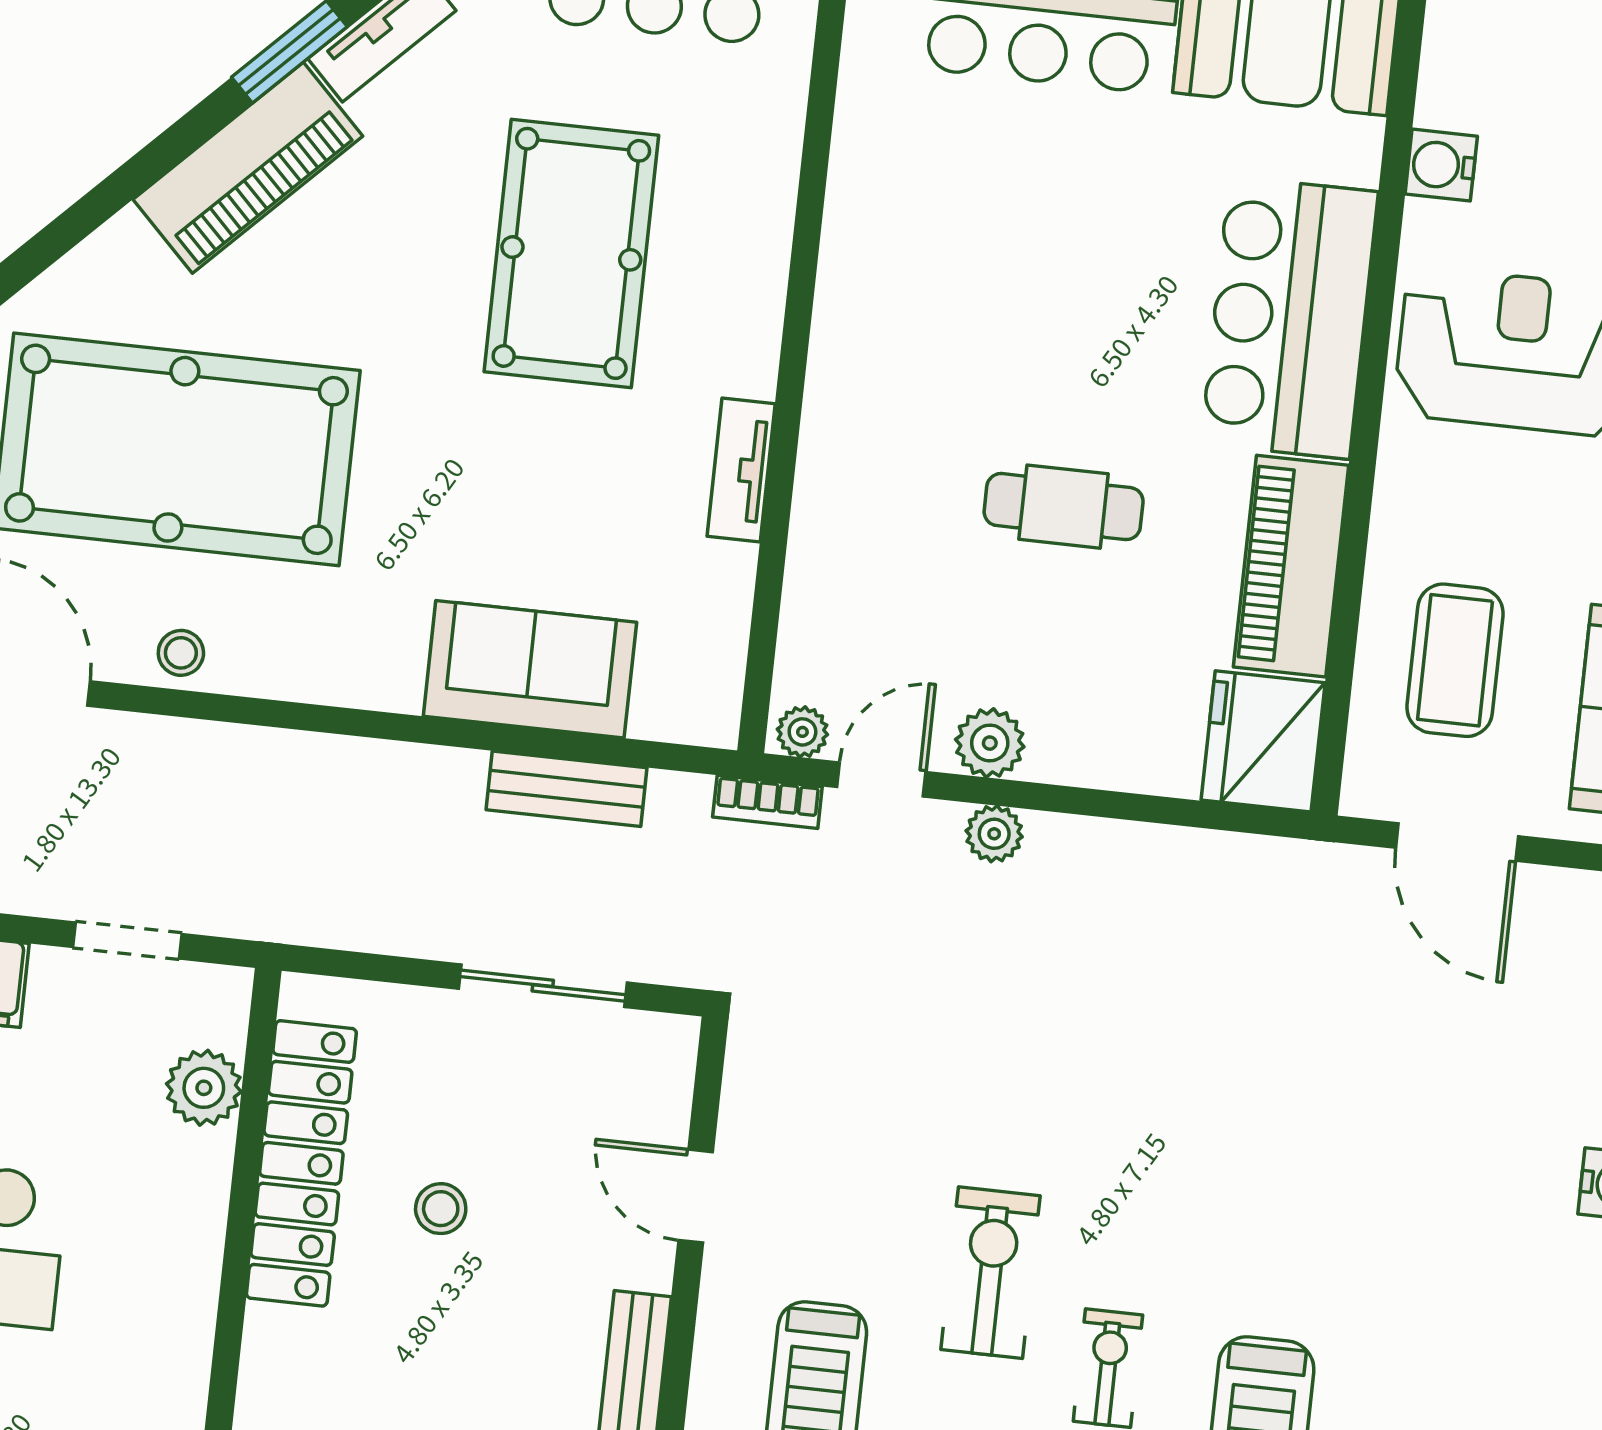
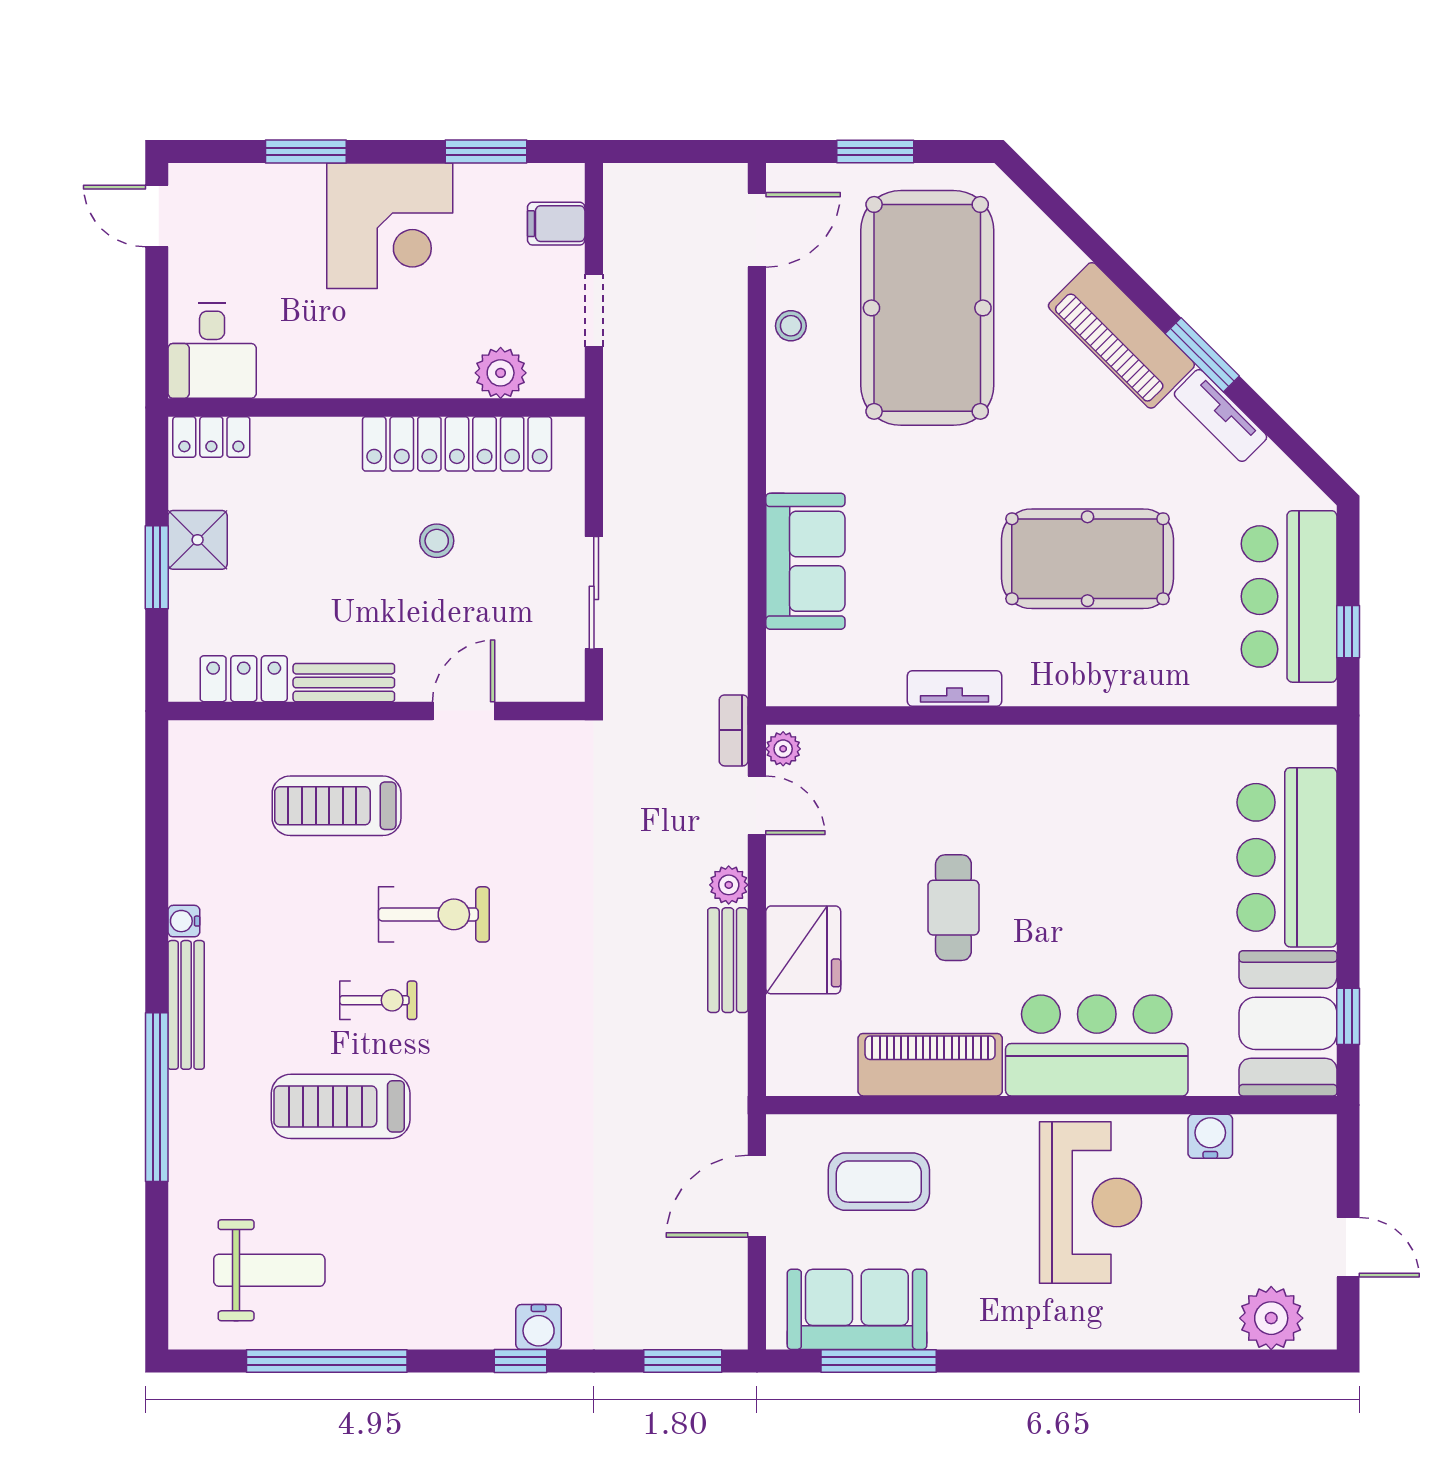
fridge: (1263, 741) -> (803, 950), moved, turned 90
plant: (990, 743) -> (789, 875), removed
bench: (567, 789) -> (728, 960), moved

